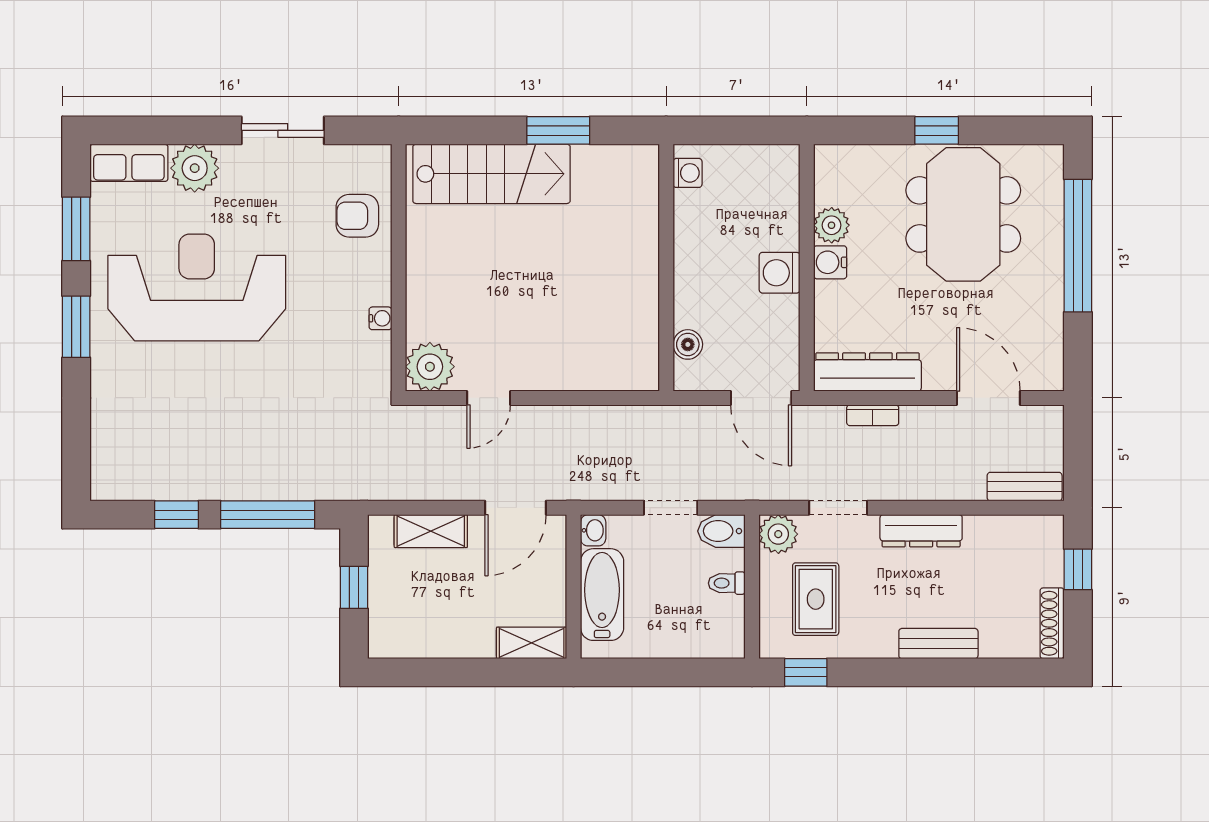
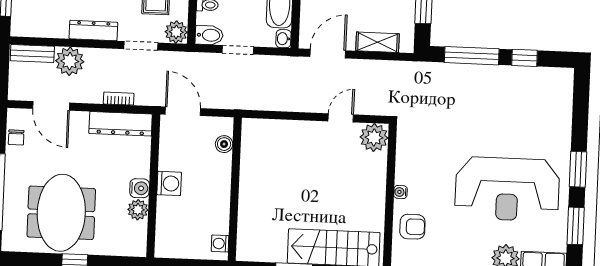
water cooler: (380, 318) -> (400, 192), moved
chair: (1046, 341) -> (16, 137), added
plant: (960, 476) -> (70, 61), added

